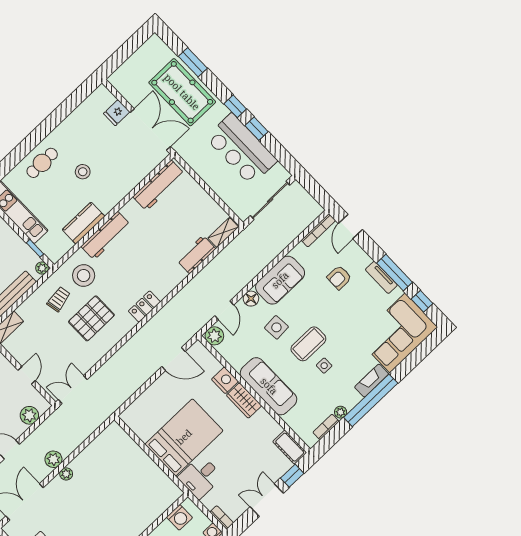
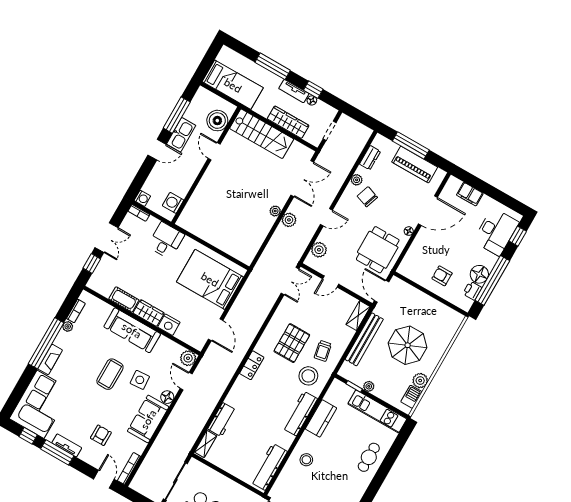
stool: (83, 172) -> (306, 460), moved
plant: (42, 268) -> (369, 386), moved
door: (174, 359) -> (216, 330), swing flipped
side table: (324, 366) -> (92, 360), removed
door: (27, 375) -> (331, 281), hinge flipped
bed: (184, 437) -> (210, 279), moved, turned 90
cot: (290, 447) -> (124, 299), moved

